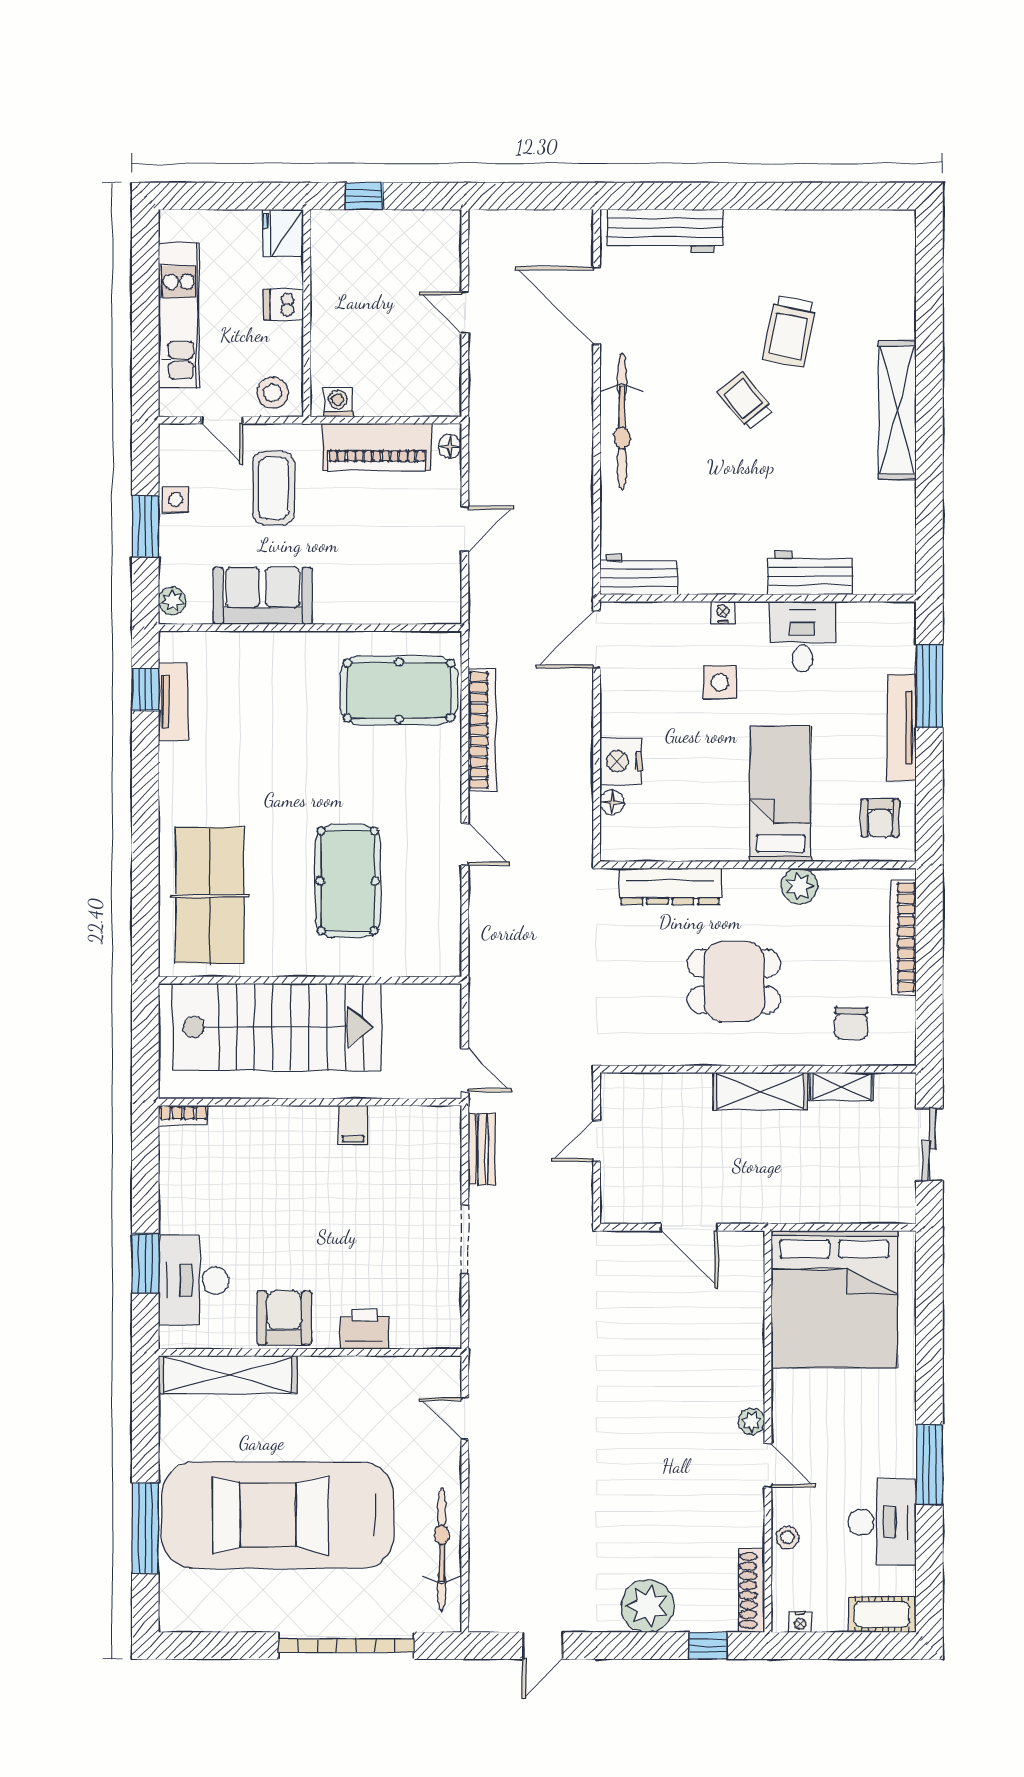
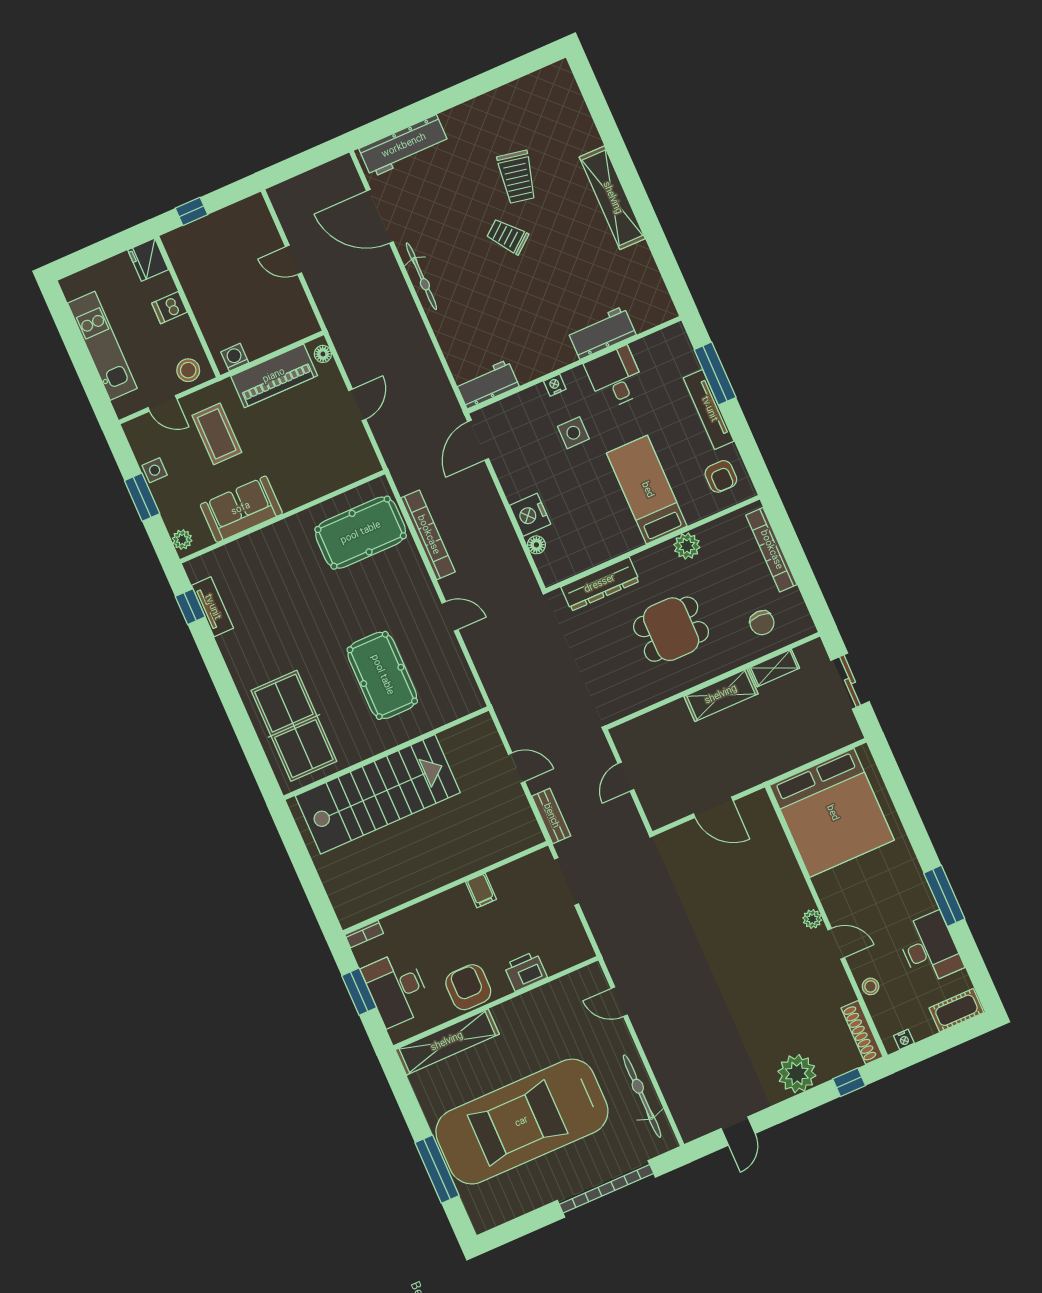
bicycle: (622, 422) -> (421, 276), width x0.73, depth x0.71
wall: (310, 1102) -> (445, 888), moved
bookcase: (183, 1115) -> (364, 934), moved
filing cabinet: (353, 1125) -> (481, 891), moved

